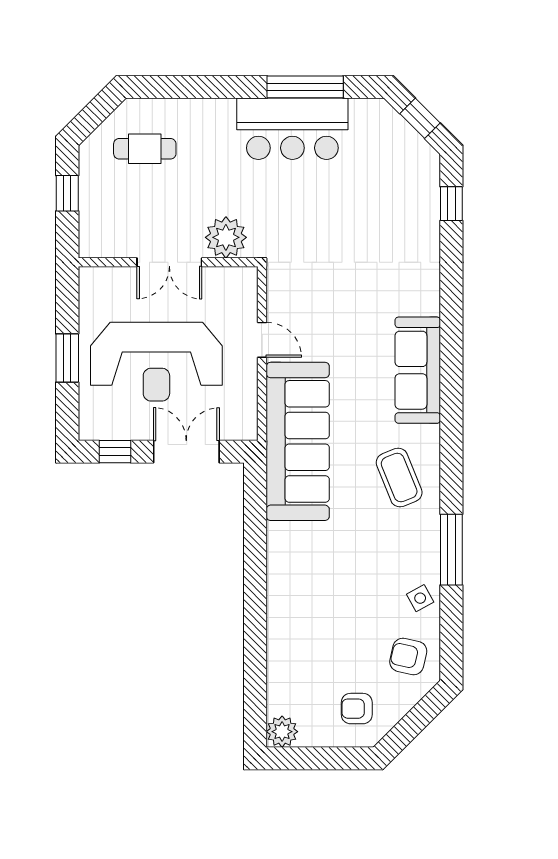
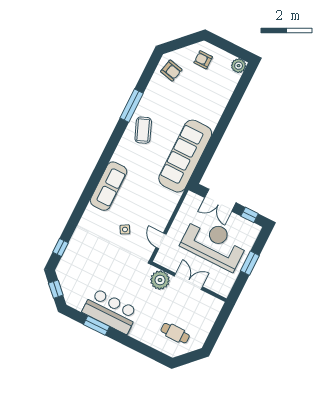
window: (305, 87) -> (97, 326), width x0.69
window: (67, 193) -> (216, 331), removed
door: (262, 340) -> (161, 241), moved
sofa: (298, 441) -> (185, 156), moved
coffee table: (399, 478) -> (143, 130), moved
side table: (420, 598) -> (125, 229), moved
armchair: (357, 709) -> (203, 60), turned 180

